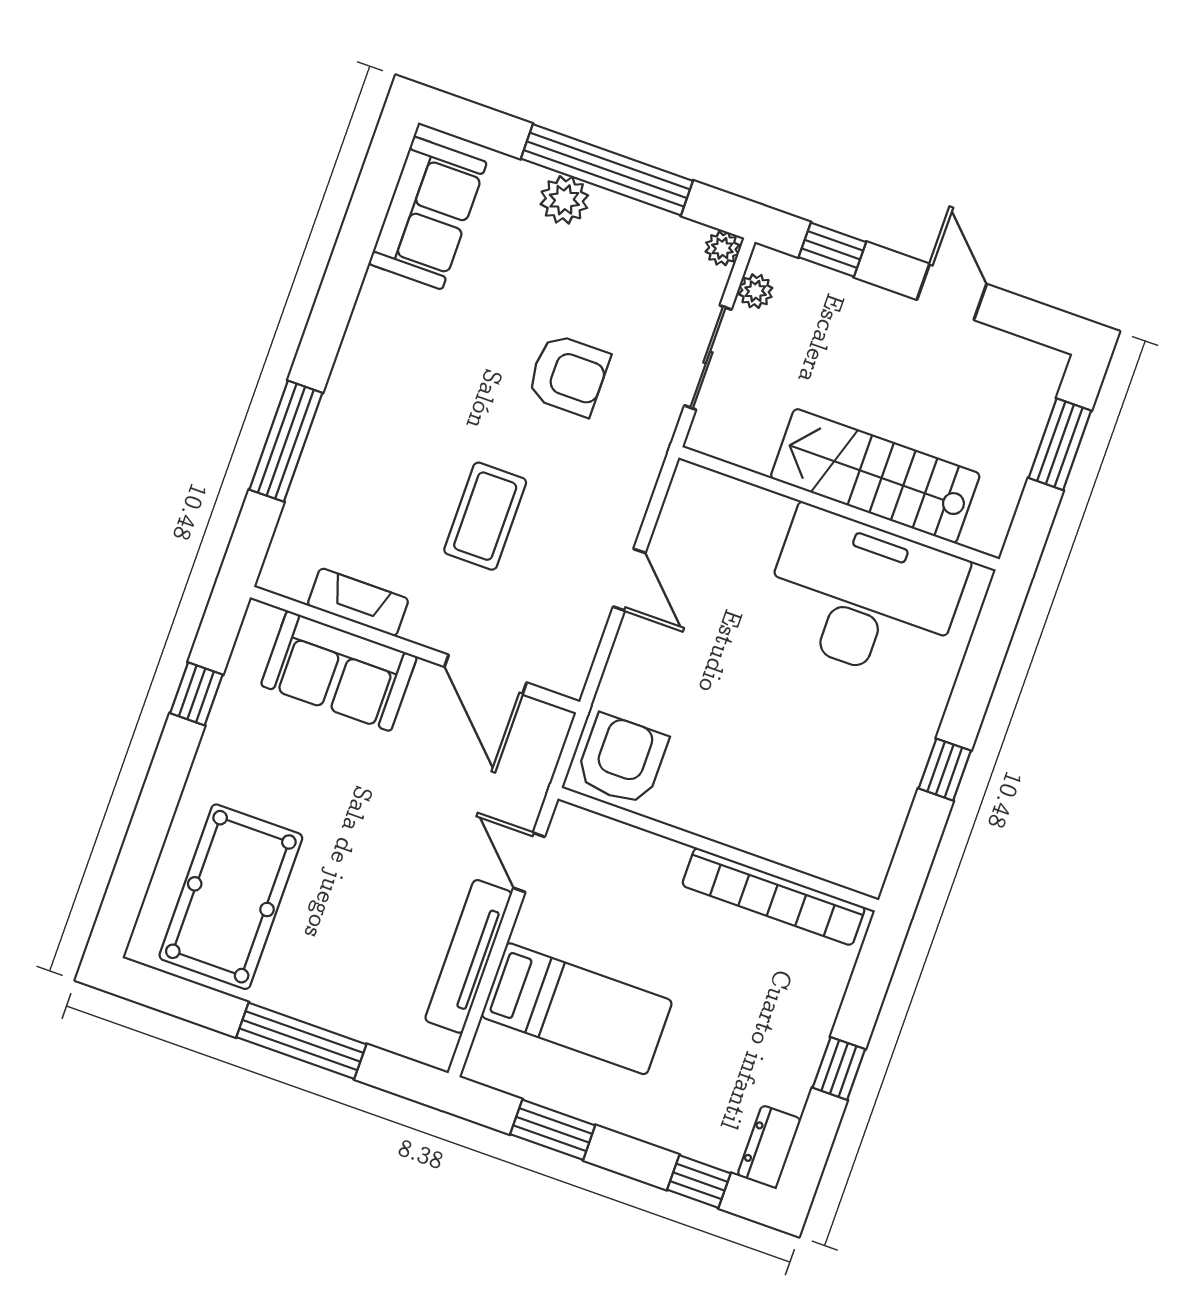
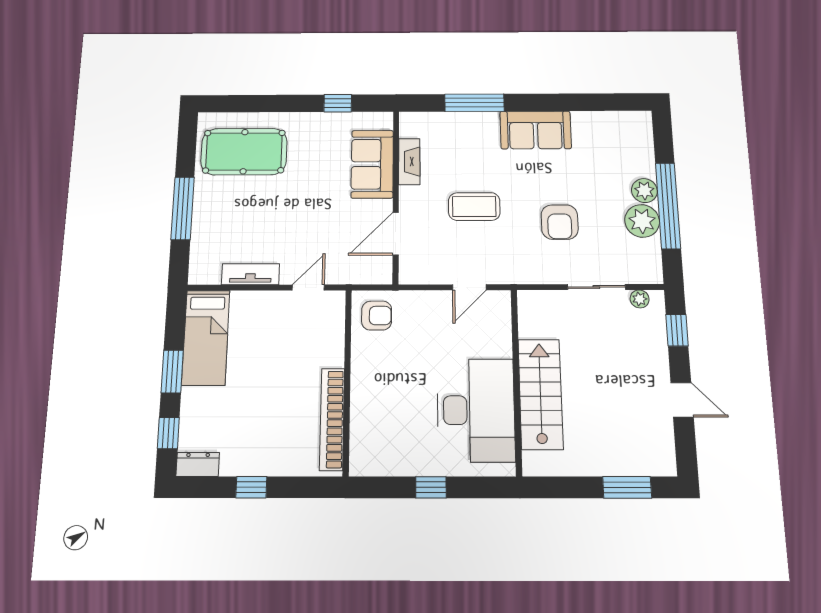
sofa: (428, 213) -> (536, 130), moved
plant: (722, 248) -> (642, 221), moved, width x1.88, depth x1.88
door: (952, 292) -> (682, 400), hinge flipped
stairs: (875, 476) -> (541, 394), moved
wall: (839, 508) -> (516, 381), moved
desk: (863, 596) -> (476, 410), moved
armchair: (622, 760) -> (377, 316), width x0.72, depth x0.72
tv unit: (468, 956) -> (251, 274), width x0.71
bed: (577, 1009) -> (206, 338), moved
window: (553, 1130) -> (172, 372), moved

